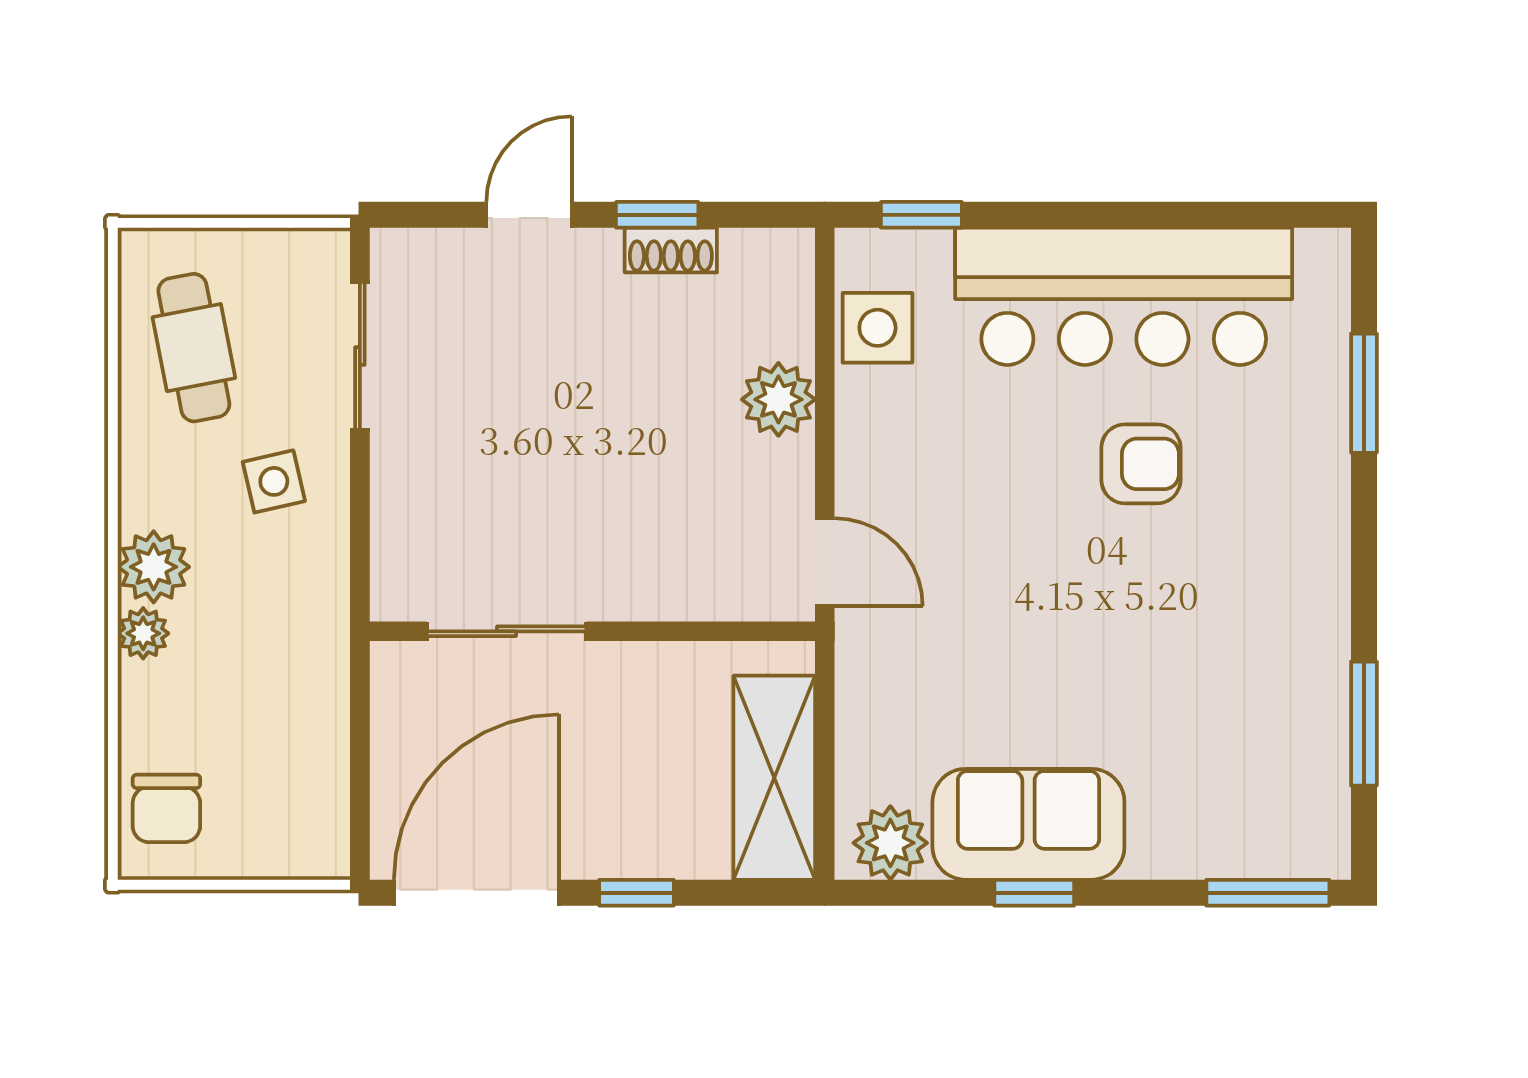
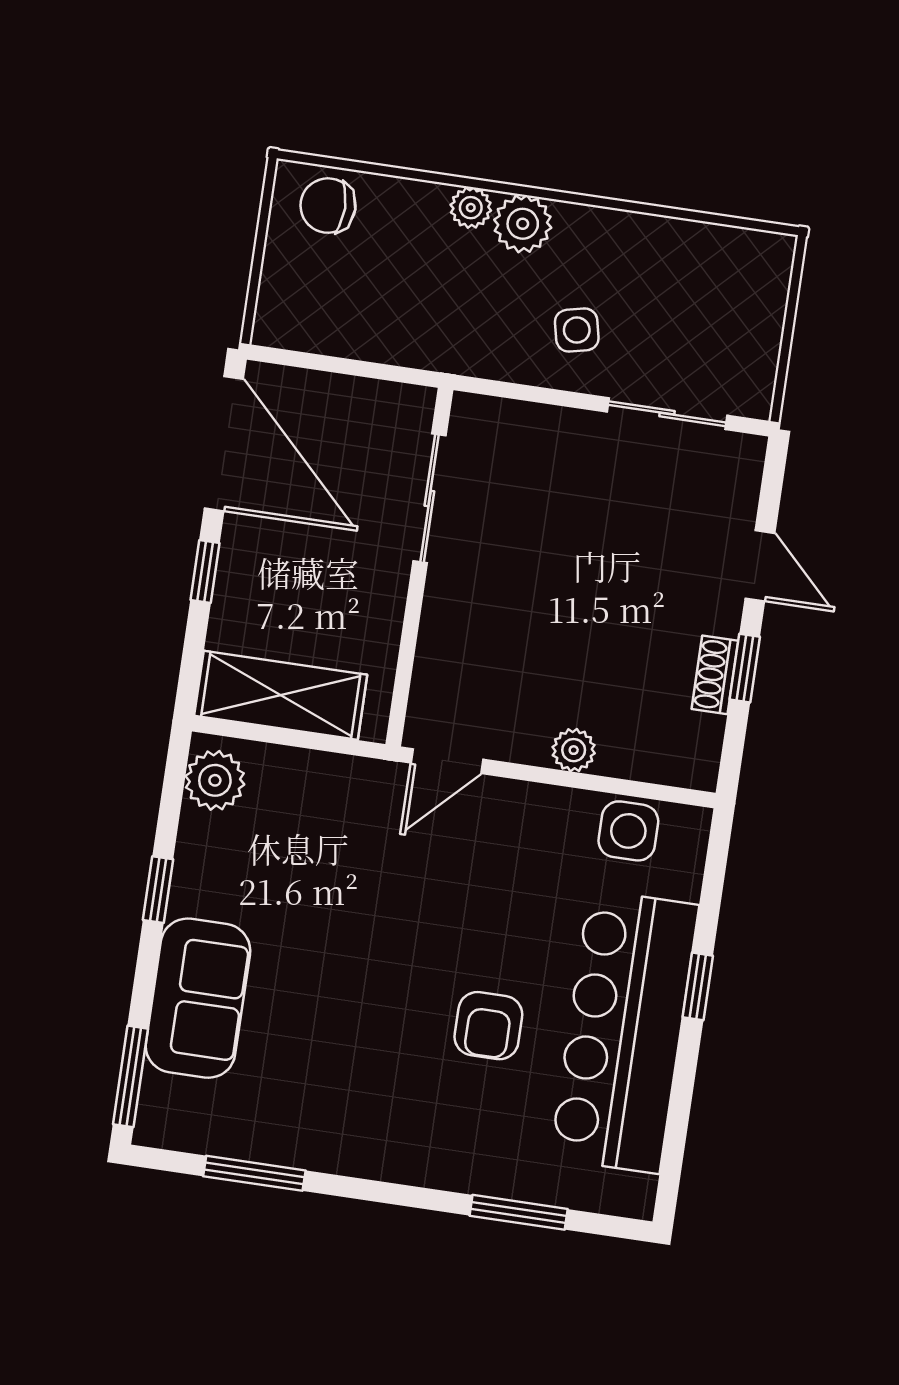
window: (921, 215) -> (698, 986), moved
cafe table: (194, 348) -> (693, 282), removed
plant: (778, 399) -> (574, 750), width x0.73, depth x0.73
sofa: (1028, 824) -> (198, 998), moved

